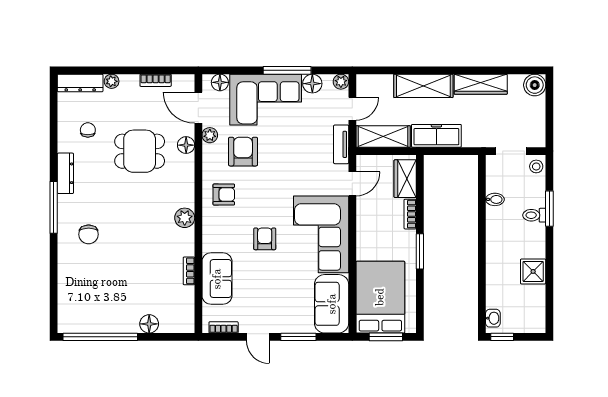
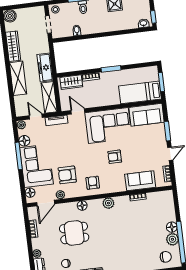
floor lamp: (186, 145) -> (82, 206), moved
dining table: (140, 151) -> (74, 233), turned 90
chair: (89, 234) -> (166, 257), moved
bed: (380, 297) -> (140, 92), width x0.67
plant: (107, 322) -> (172, 239), added
floor lamp: (149, 324) -> (172, 227), moved

